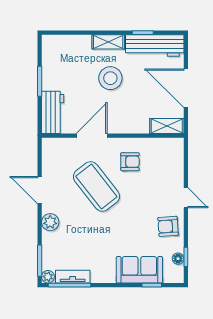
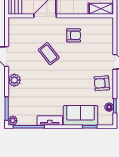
coffee table: (96, 187) -> (49, 54), width x0.54, depth x0.58
tv unit: (73, 277) -> (50, 120), moved

